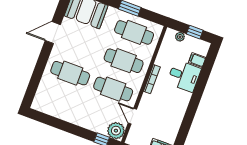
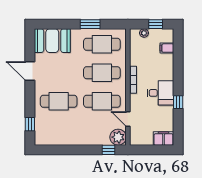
door: (53, 33) -> (30, 71), hinge flipped
desk: (184, 76) -> (160, 93), moved
window: (33, 85) -> (30, 124), added
window: (189, 118) -> (178, 102), added

